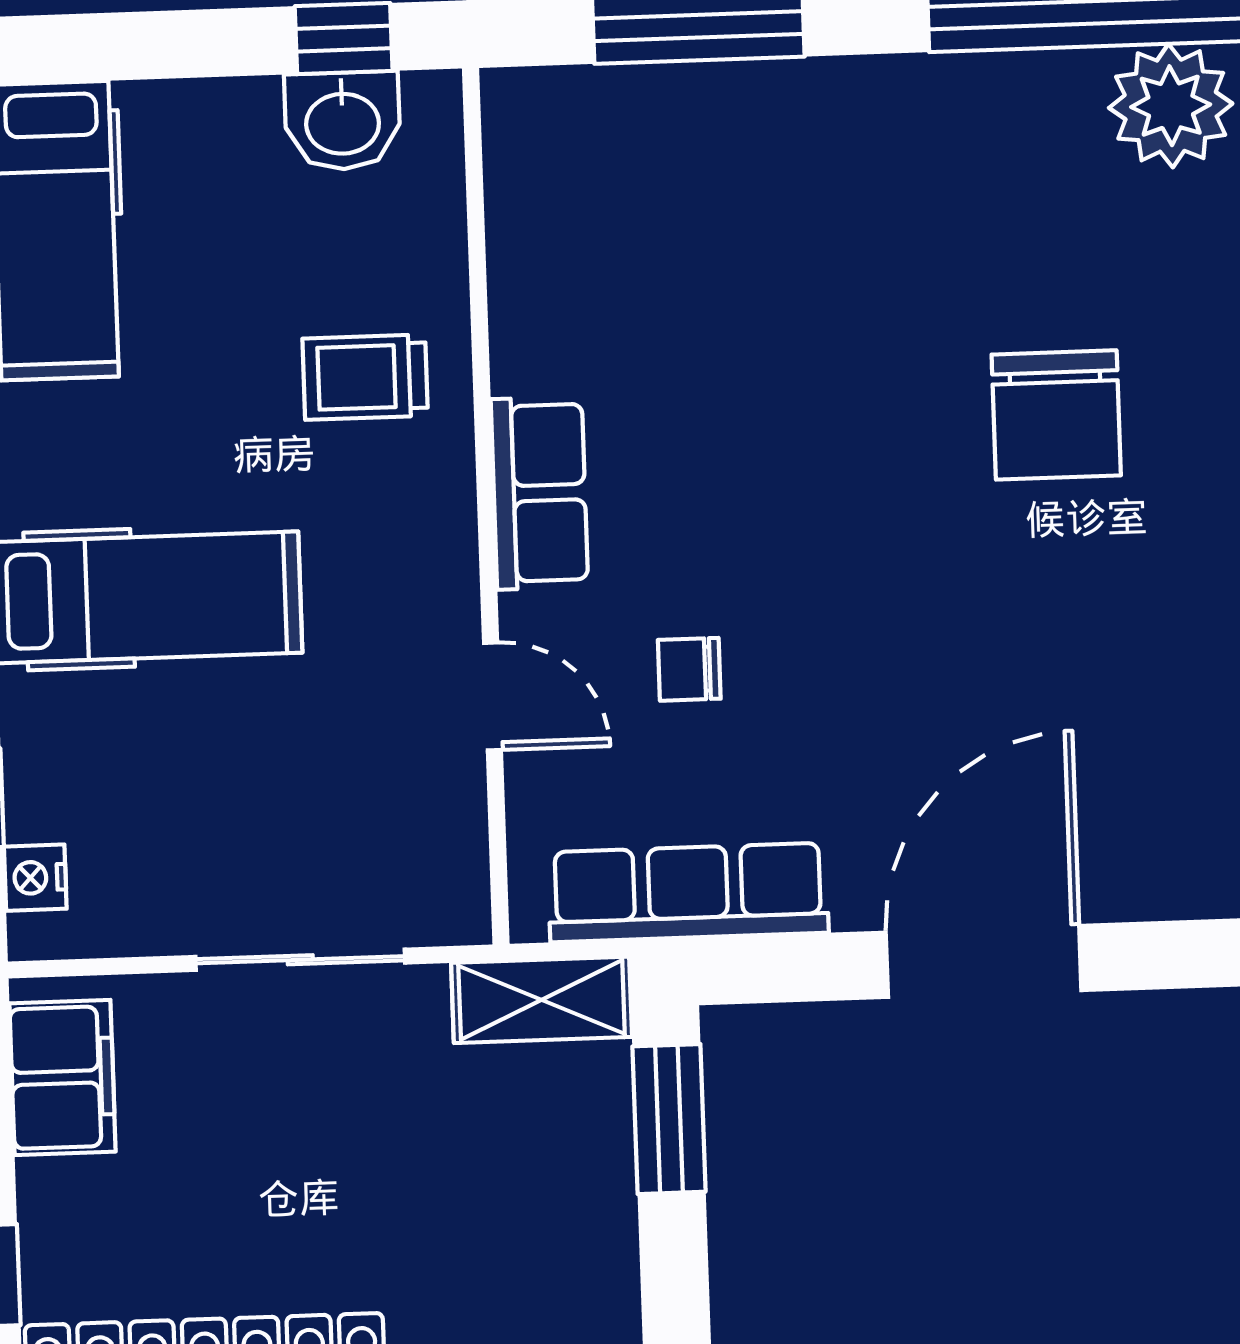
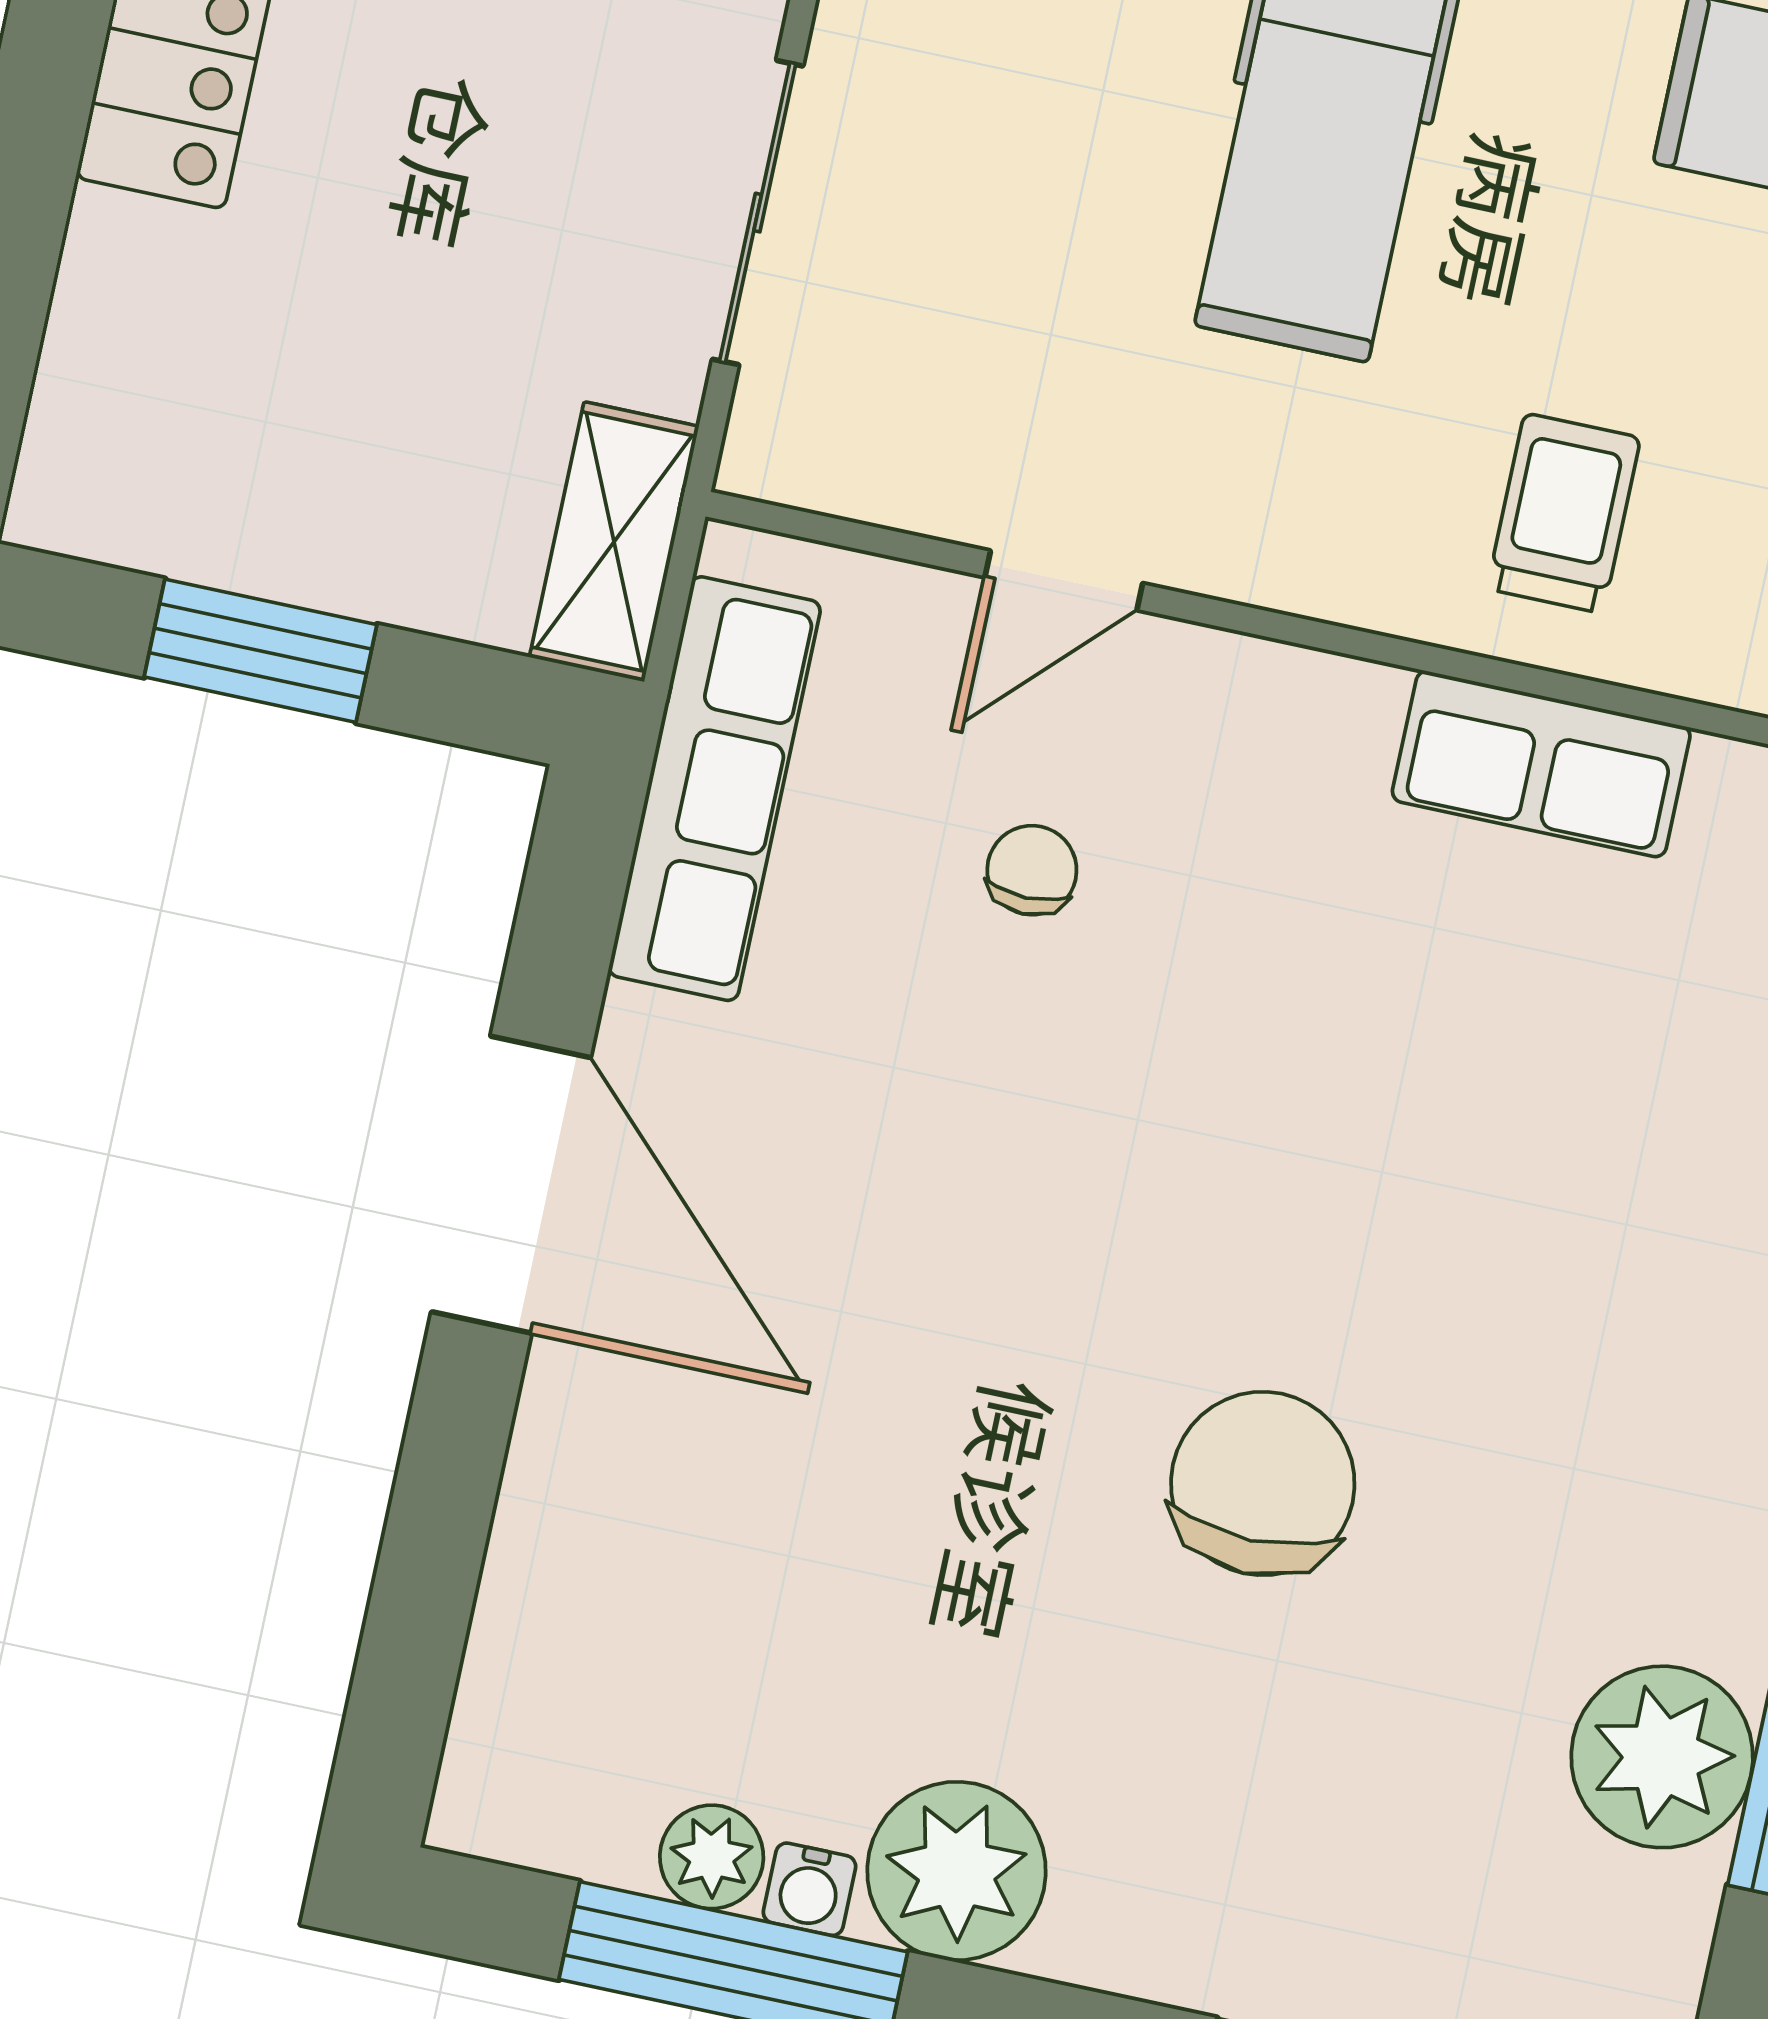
chair: (1056, 415) -> (1263, 1484), turned 90
row of seats: (539, 493) -> (1541, 764), moved
window: (669, 1119) -> (260, 651), moved

